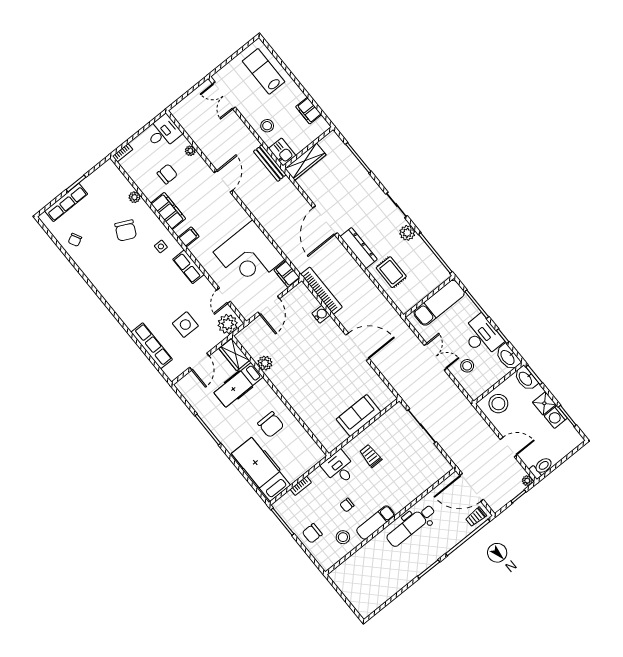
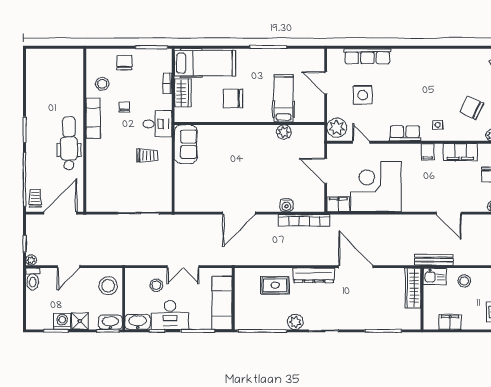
wardrobe: (234, 355) -> (183, 93), moved, turned 90
sofa: (359, 415) -> (186, 144), moved

